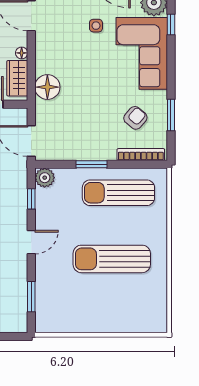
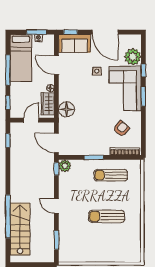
window: (171, 115) -> (143, 97), moved
sun lounger: (118, 193) -> (111, 175), width x0.73, depth x0.75
window: (31, 199) -> (56, 169), moved
door: (31, 242) -> (56, 206), swing flipped
sun lounger: (112, 259) -> (107, 216), width x0.73, depth x0.75

